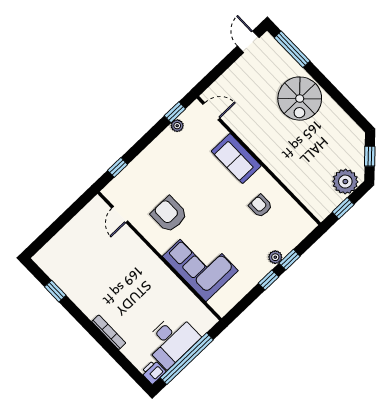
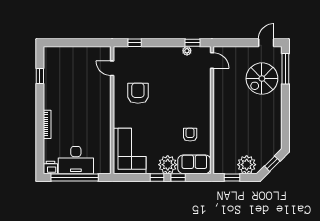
spiral stairs: (300, 99) -> (262, 79), moved
sofa: (236, 158) -> (194, 164), moved, turned 90
door: (120, 215) -> (112, 68), hinge flipped
plant: (275, 257) -> (168, 165), width x1.88, depth x1.88
corner sofa: (200, 263) -> (130, 151), moved

